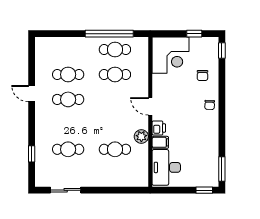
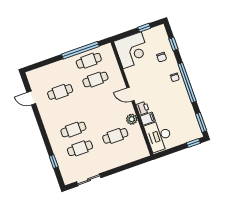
window: (222, 50) -> (174, 44), moved
door: (32, 94) -> (31, 98), moved
cafe table: (68, 99) -> (73, 130), moved
window: (222, 116) -> (187, 83), added

